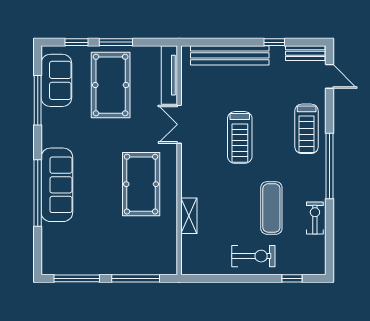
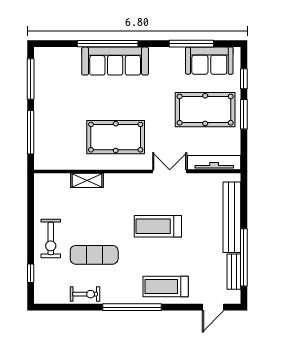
window: (274, 42) -> (244, 257), width x3.17
bench: (305, 53) -> (234, 272), moved

